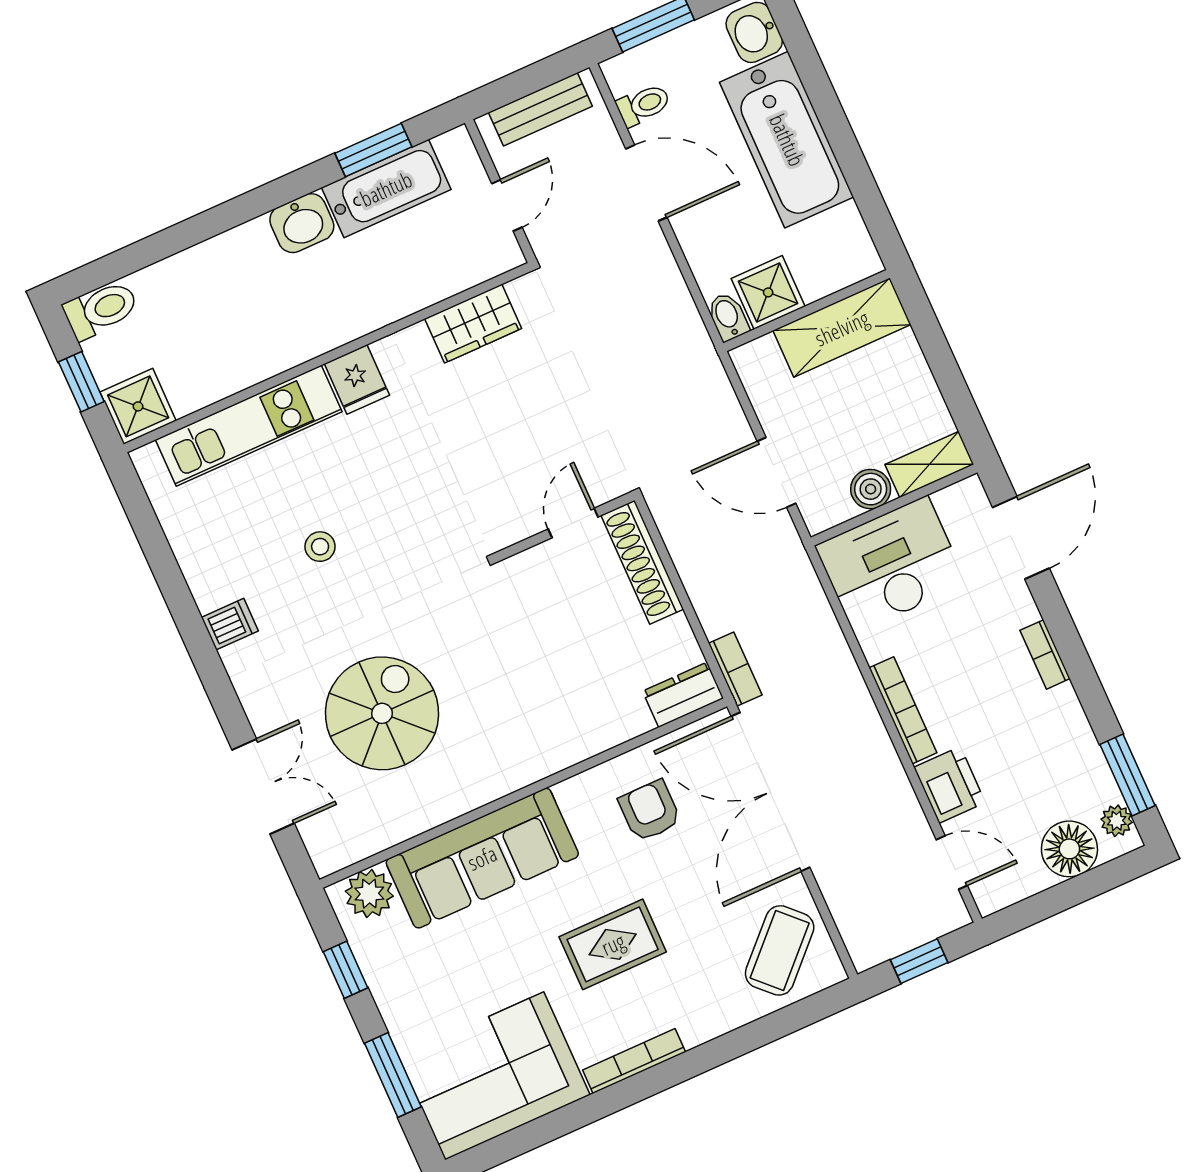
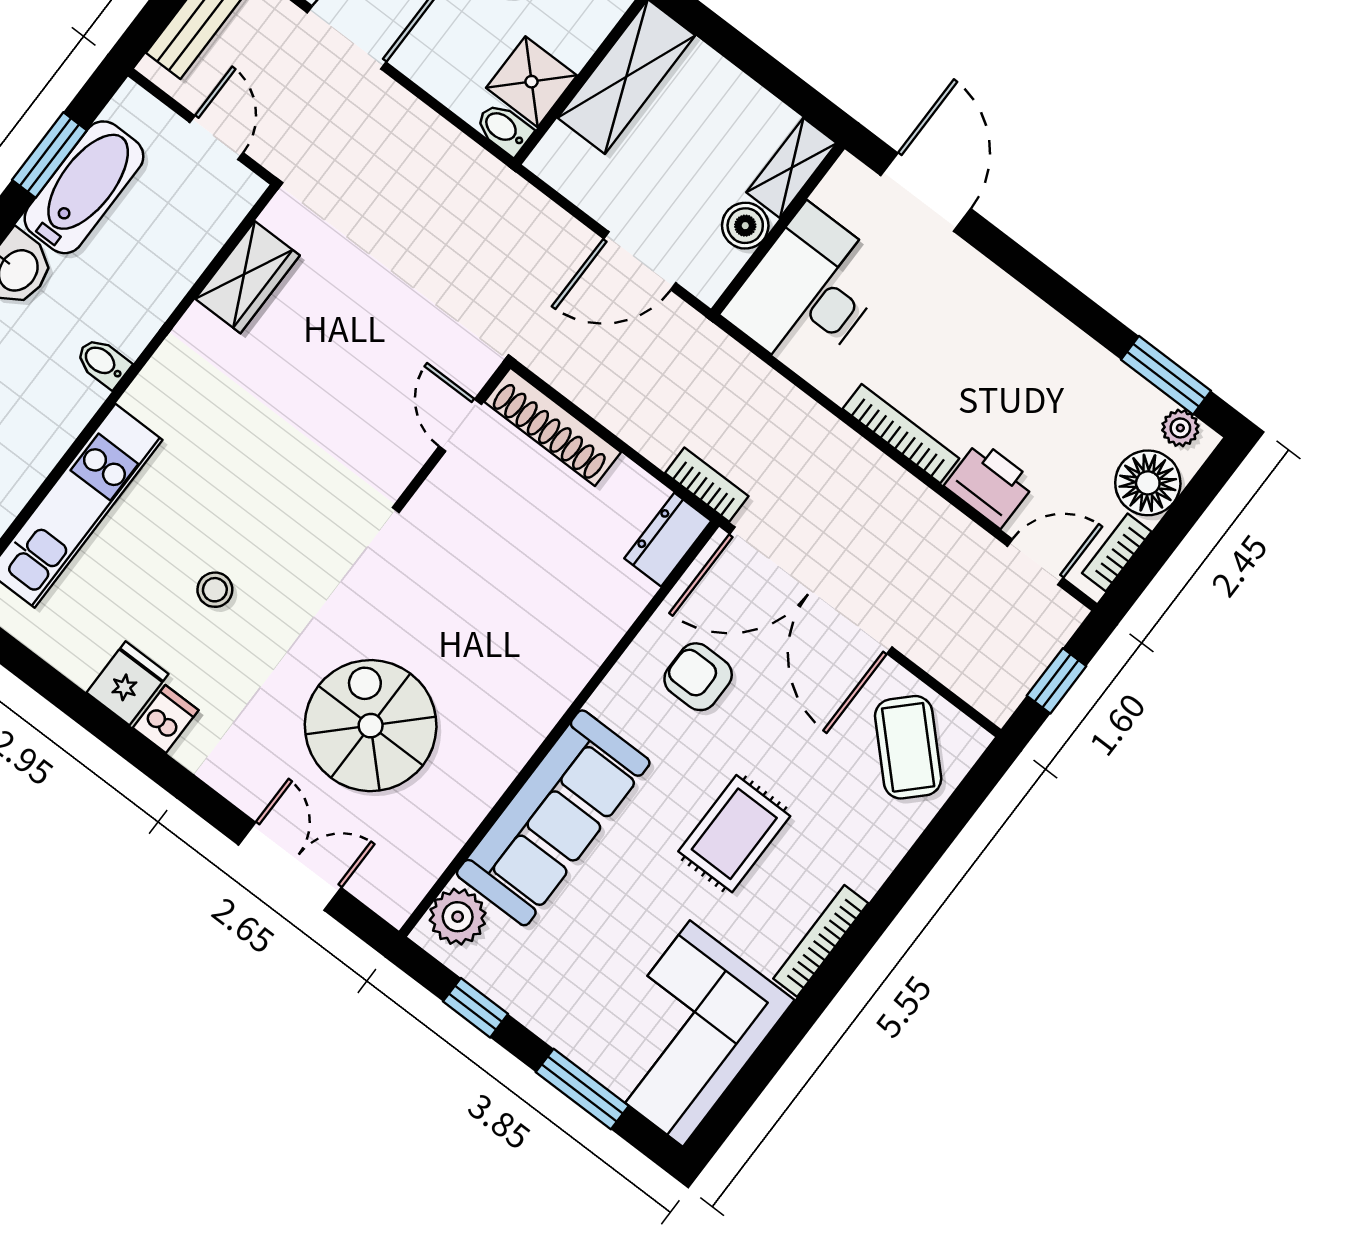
bidet: (329, 329) -> (103, 362), added
fridge: (357, 379) -> (127, 683), moved, turned -90
bookcase: (1045, 654) -> (1117, 552), moved, turned 90

